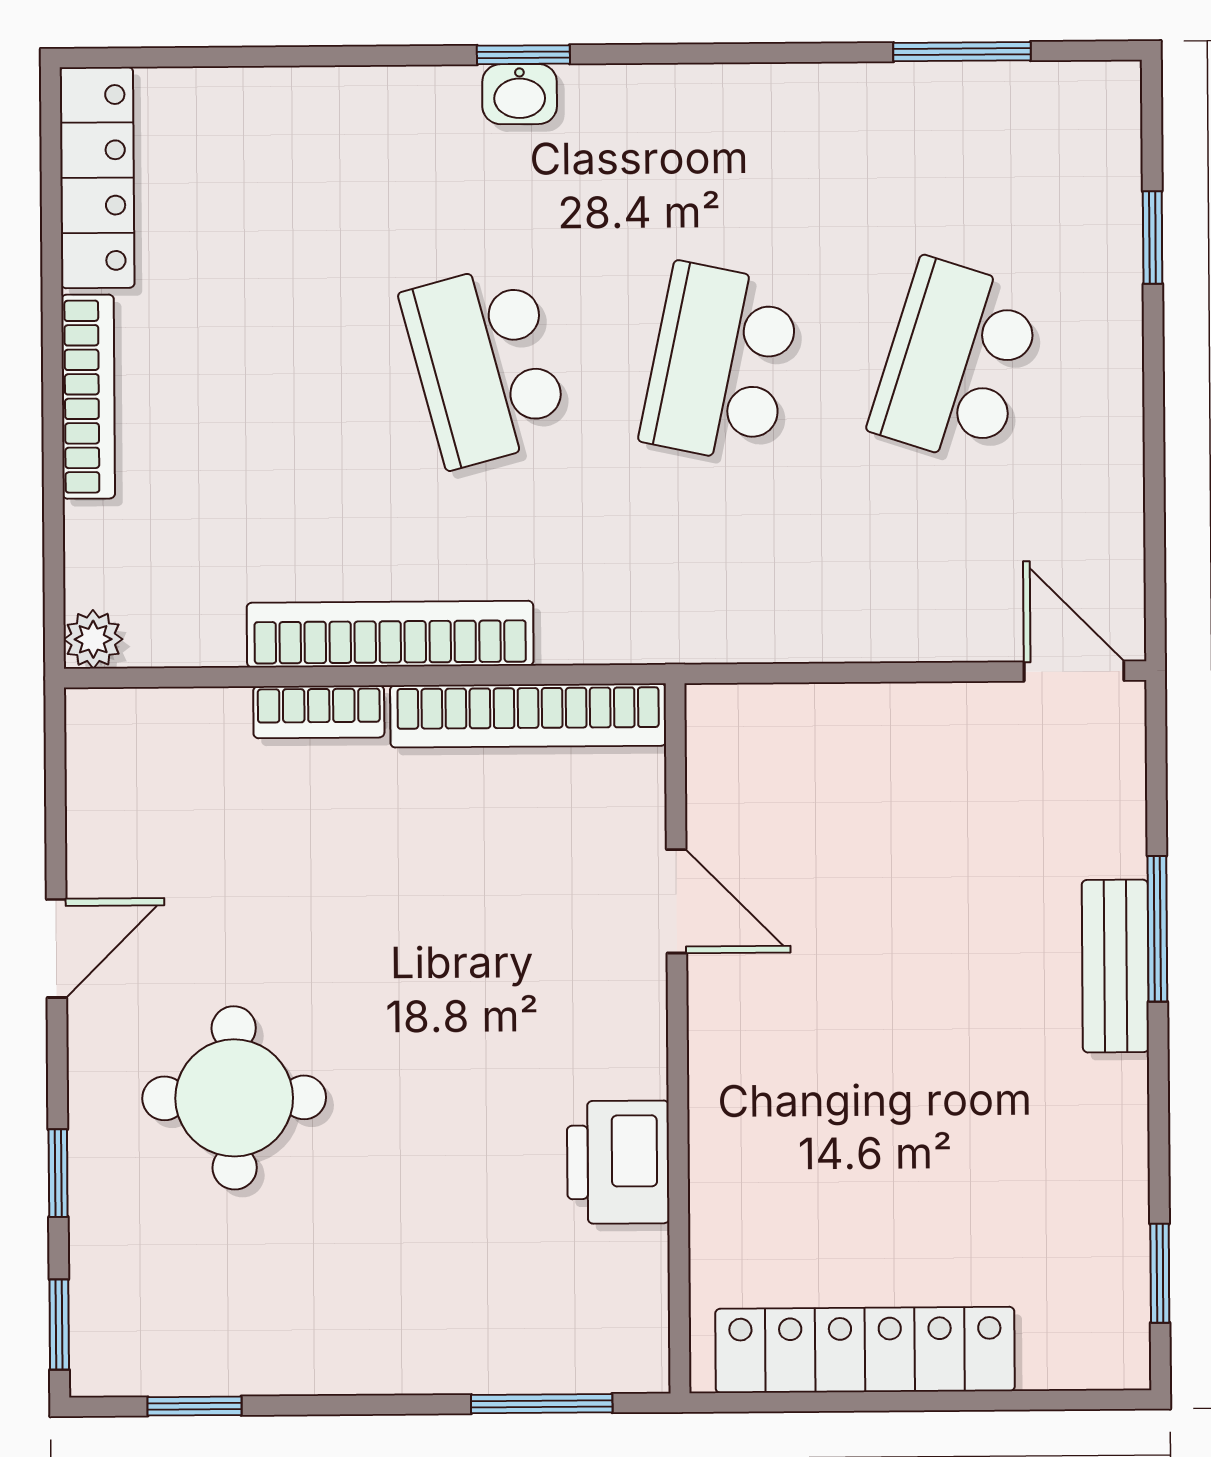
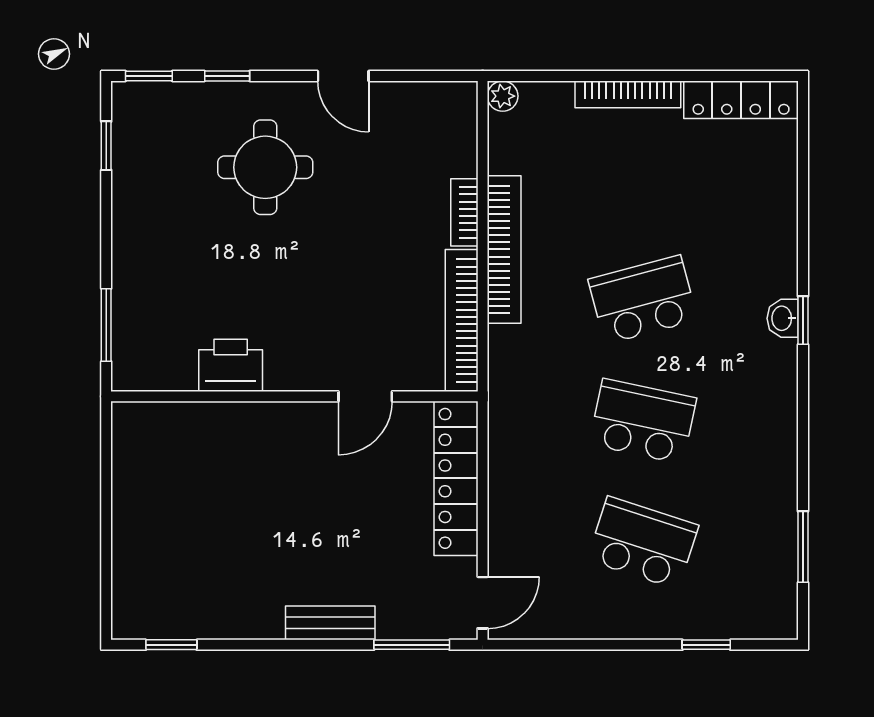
window: (1157, 929) -> (412, 645), moved
locker: (865, 1350) -> (456, 478), moved, turned 180

